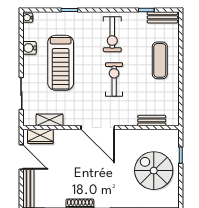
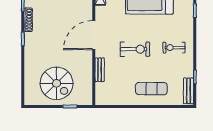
exercise bike: (112, 34) -> (174, 48), width x0.73, depth x0.72
bench: (152, 120) -> (100, 70), moved
spiral stairs: (154, 171) -> (57, 83), turned 90

